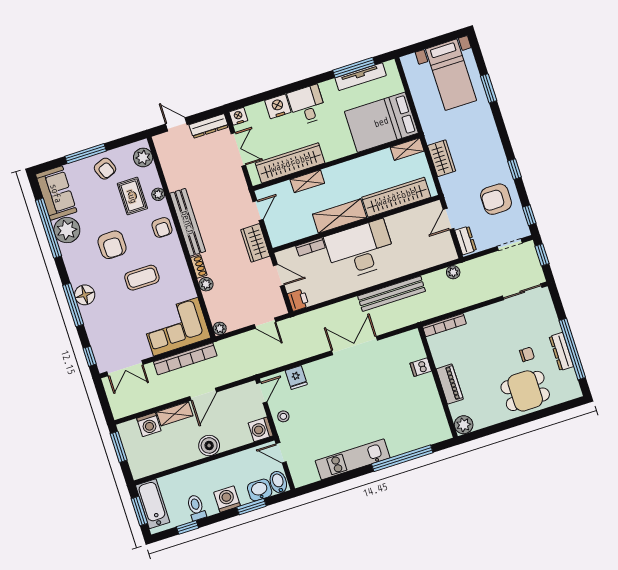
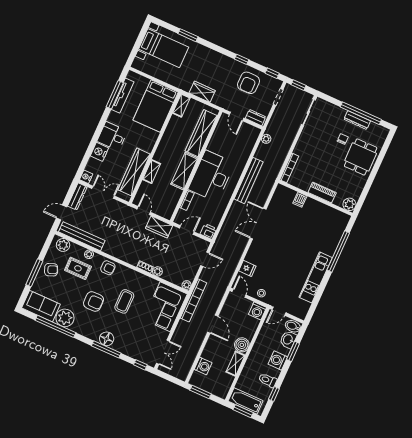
bench: (188, 222) -> (82, 236), moved
bookcase: (185, 359) -> (194, 300), moved
shelving: (175, 414) -> (235, 364), moved

